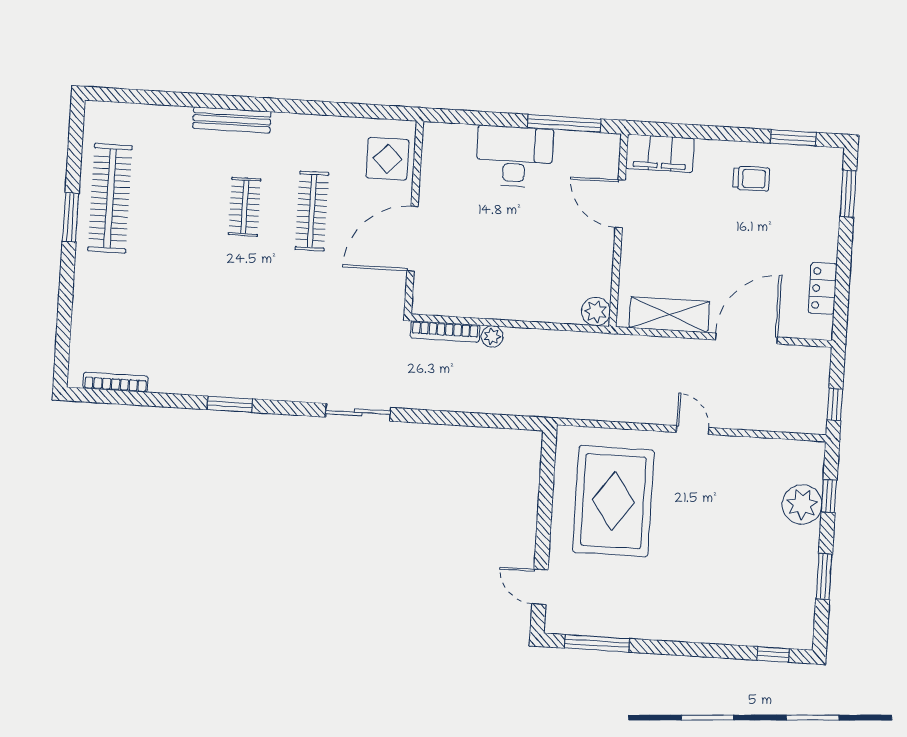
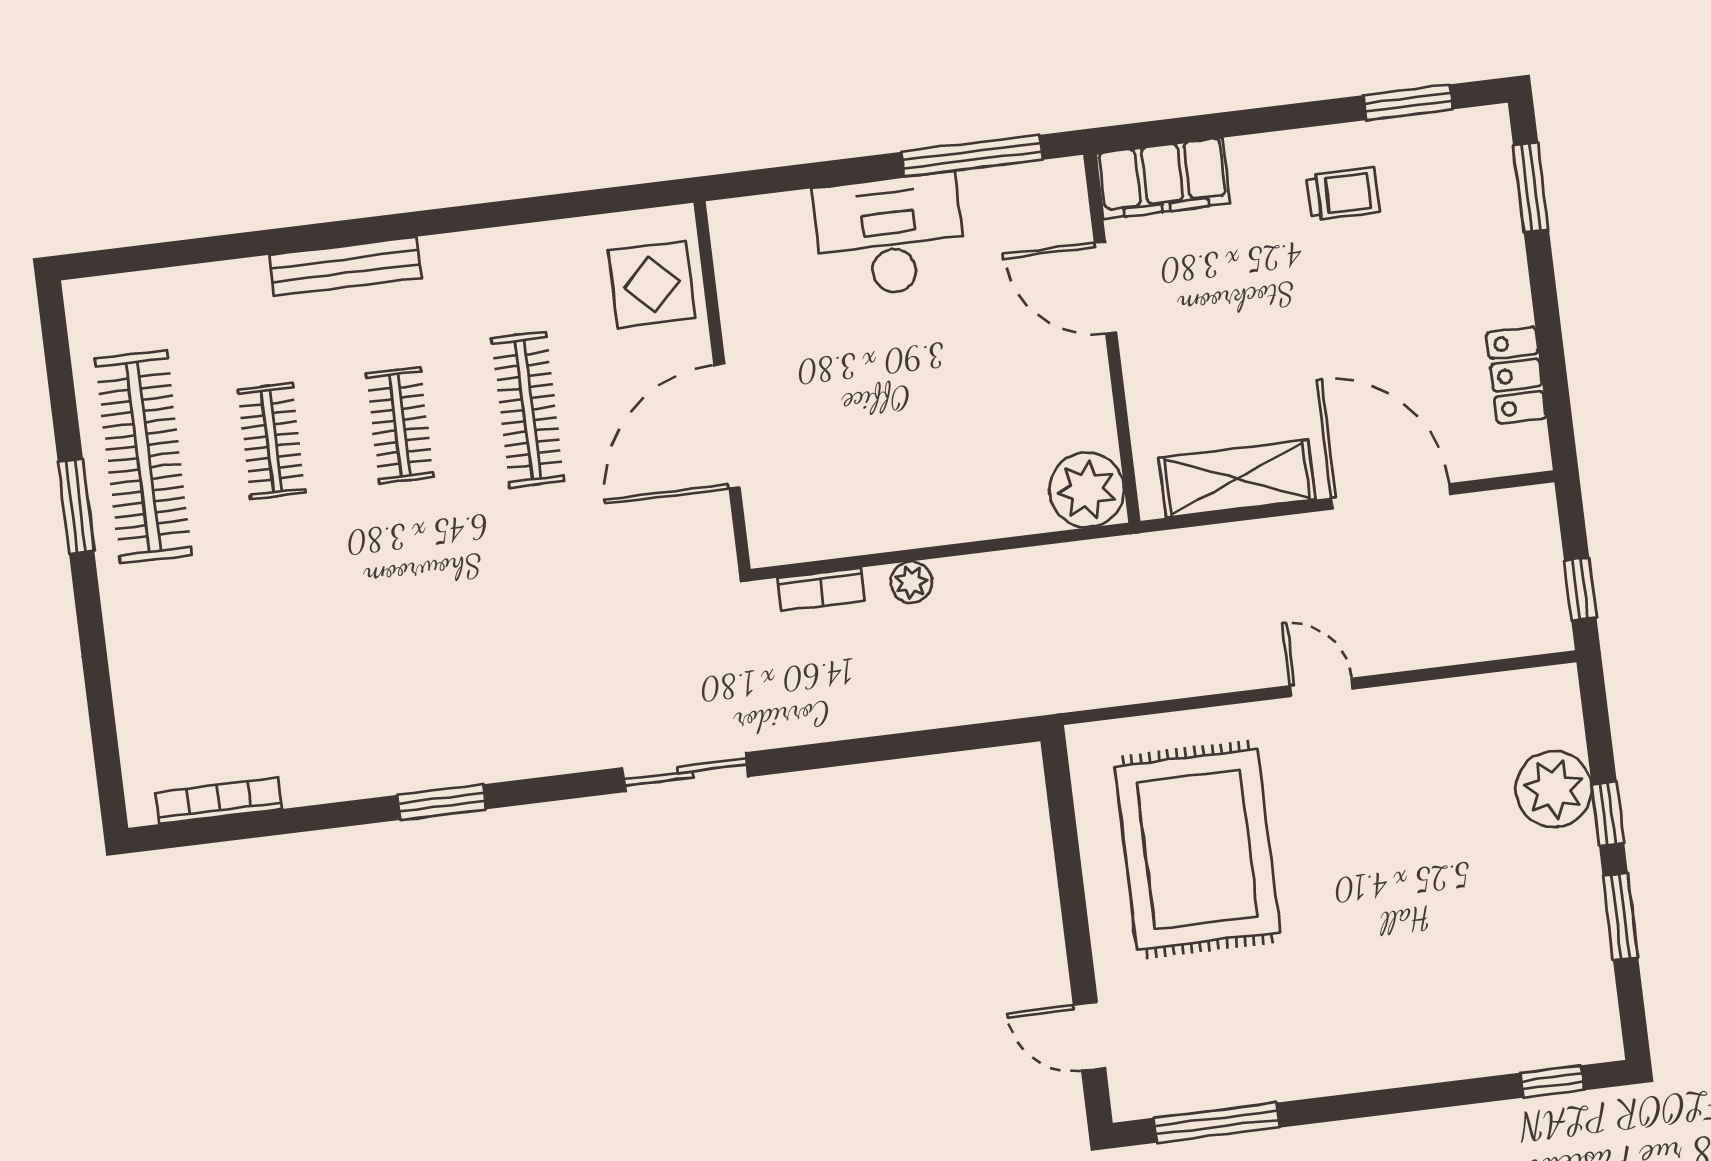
clothes rail: (177, 203) -> (272, 441), added
plant: (596, 312) -> (1087, 490), width x1.36, depth x1.36
bookcase: (445, 332) -> (821, 589), width x0.64
door: (747, 339) -> (1391, 496), hinge flipped
window: (829, 496) -> (1608, 814), moved

